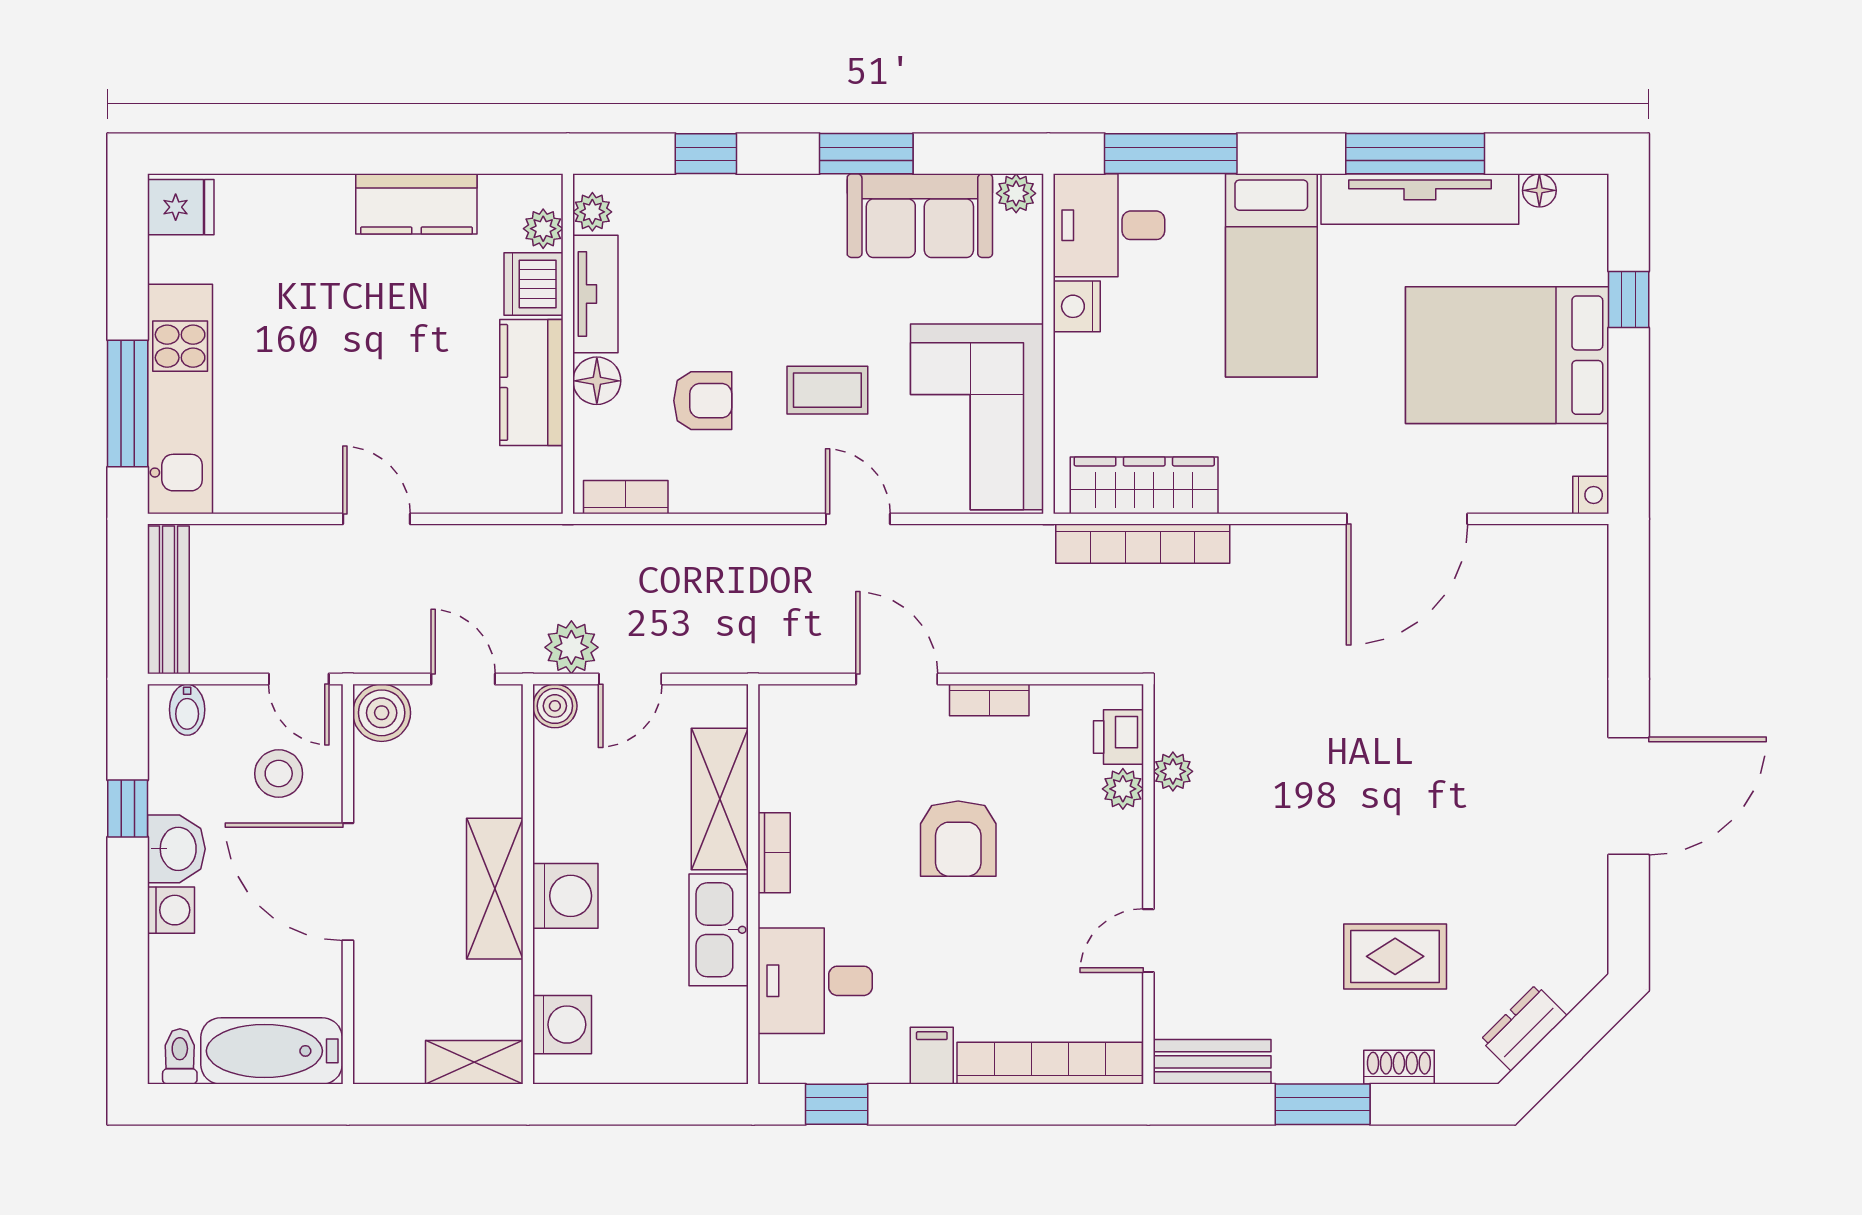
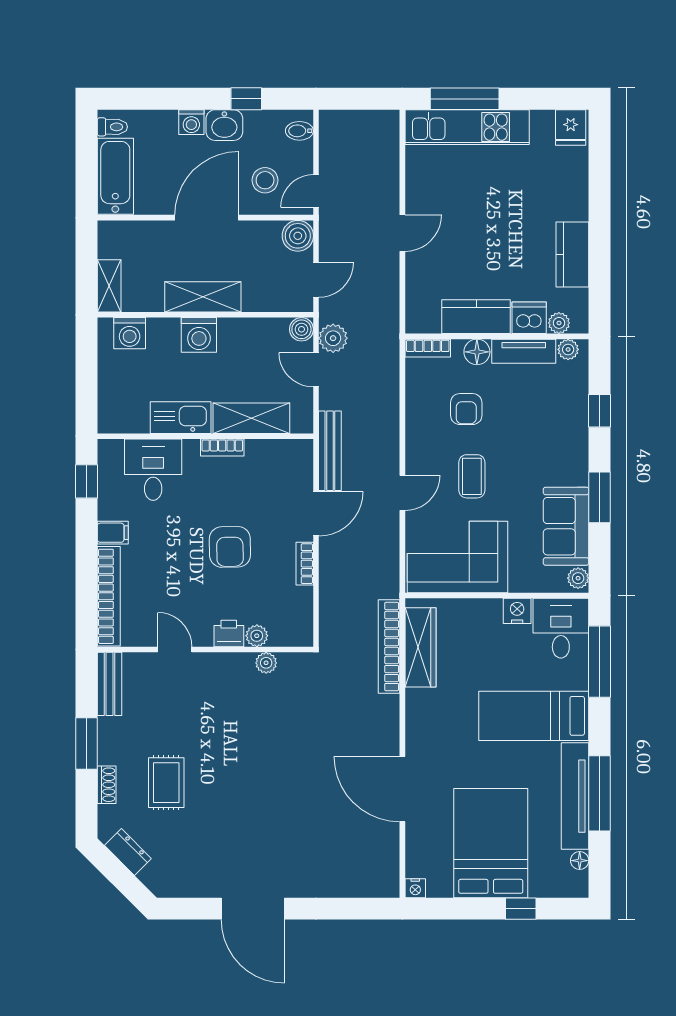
bookcase: (626, 497) -> (428, 348), moved, turned 90
bench: (168, 600) -> (330, 451), moved, turned 90
printer: (1118, 737) -> (229, 633), moved
armchair: (958, 839) -> (230, 547), turned -91

